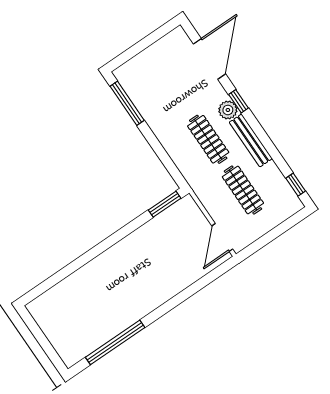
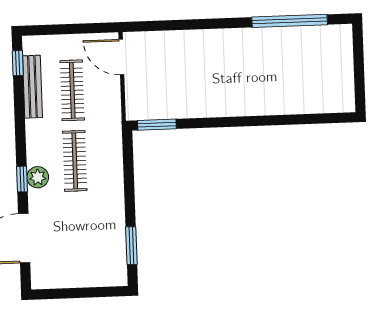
window: (127, 103) -> (131, 246), width x0.69
bench: (251, 140) -> (32, 87), moved
door: (222, 237) -> (121, 57), swing flipped

